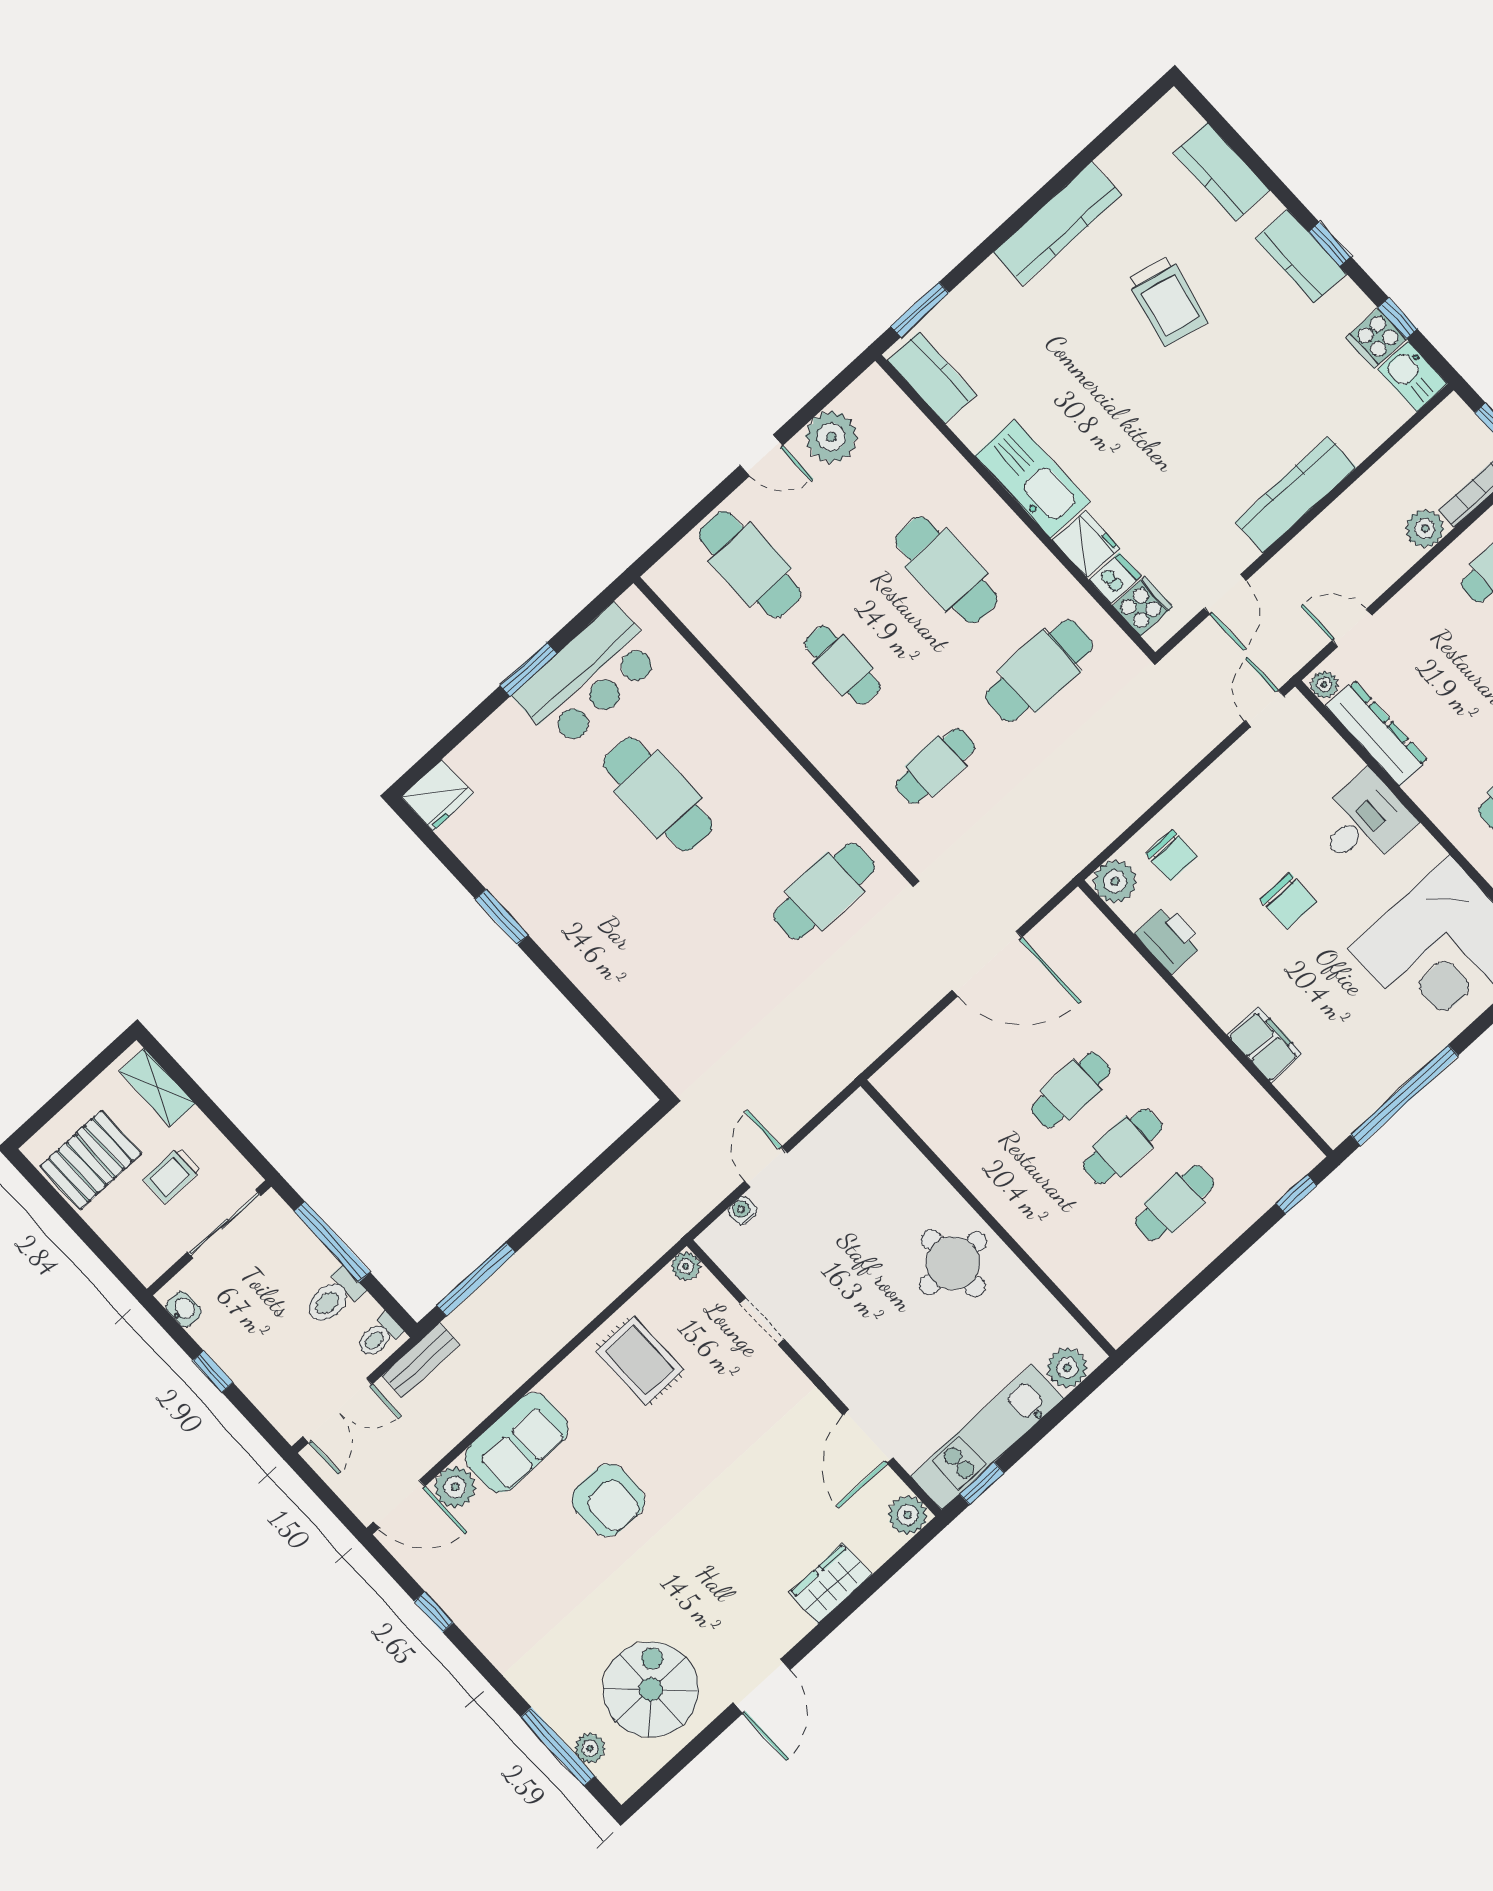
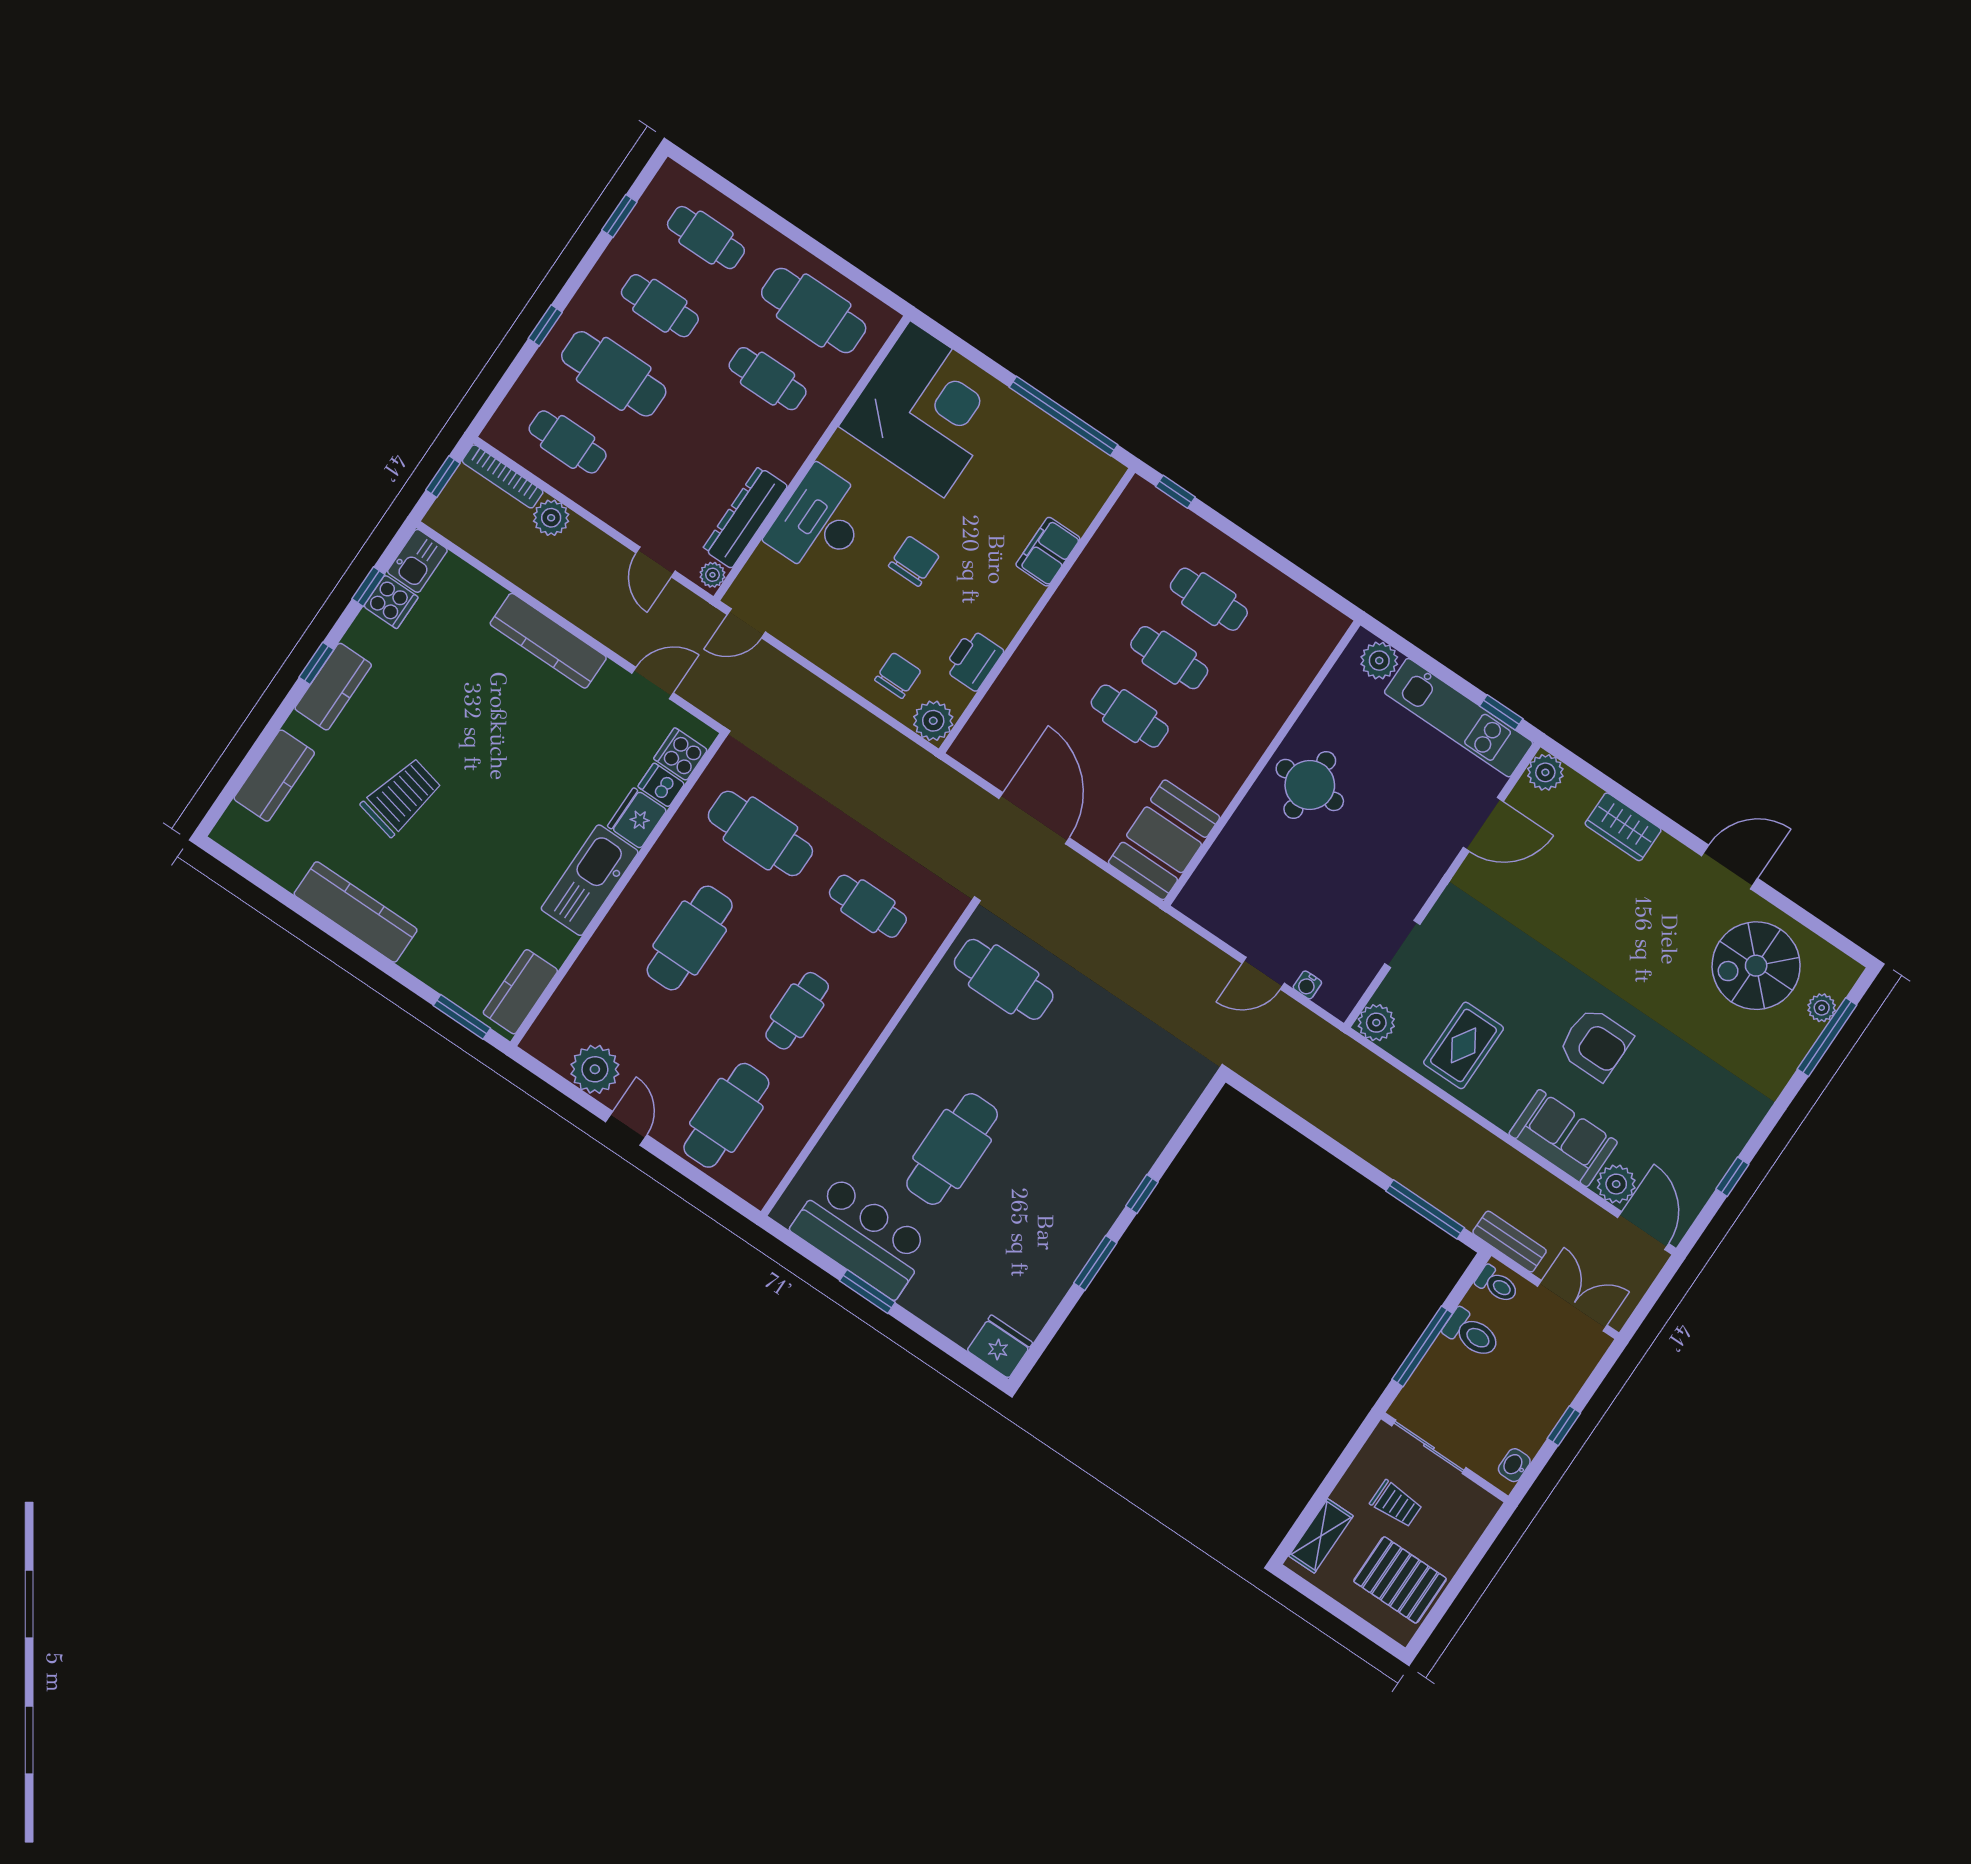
desk: (1363, 822) -> (820, 521), width x1.37
window: (563, 984) -> (1142, 1194), added
booth: (932, 1095) -> (1164, 840), added
plant: (686, 1266) -> (1376, 1023), width x1.38, depth x1.38
armchair: (608, 1500) -> (1595, 1044), turned 90

